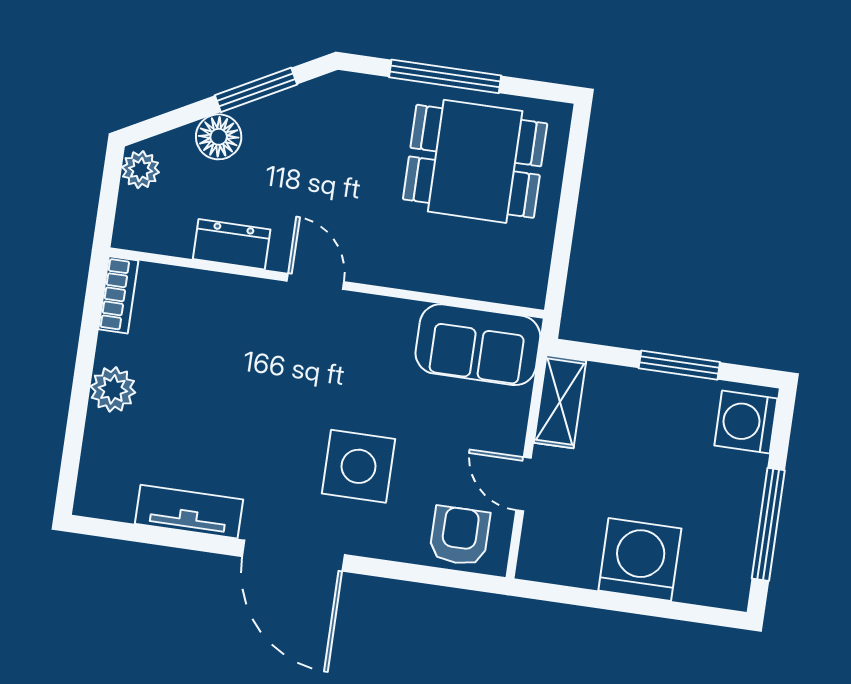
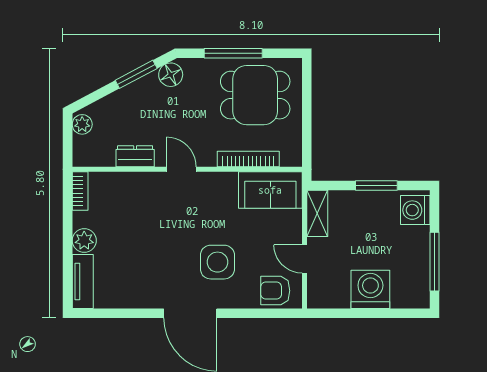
floor lamp: (219, 137) -> (171, 75), moved
bookcase: (444, 280) -> (248, 159), added
tv unit: (189, 512) -> (83, 281), moved, turned 90
armchair: (460, 536) -> (275, 291), turned -90

